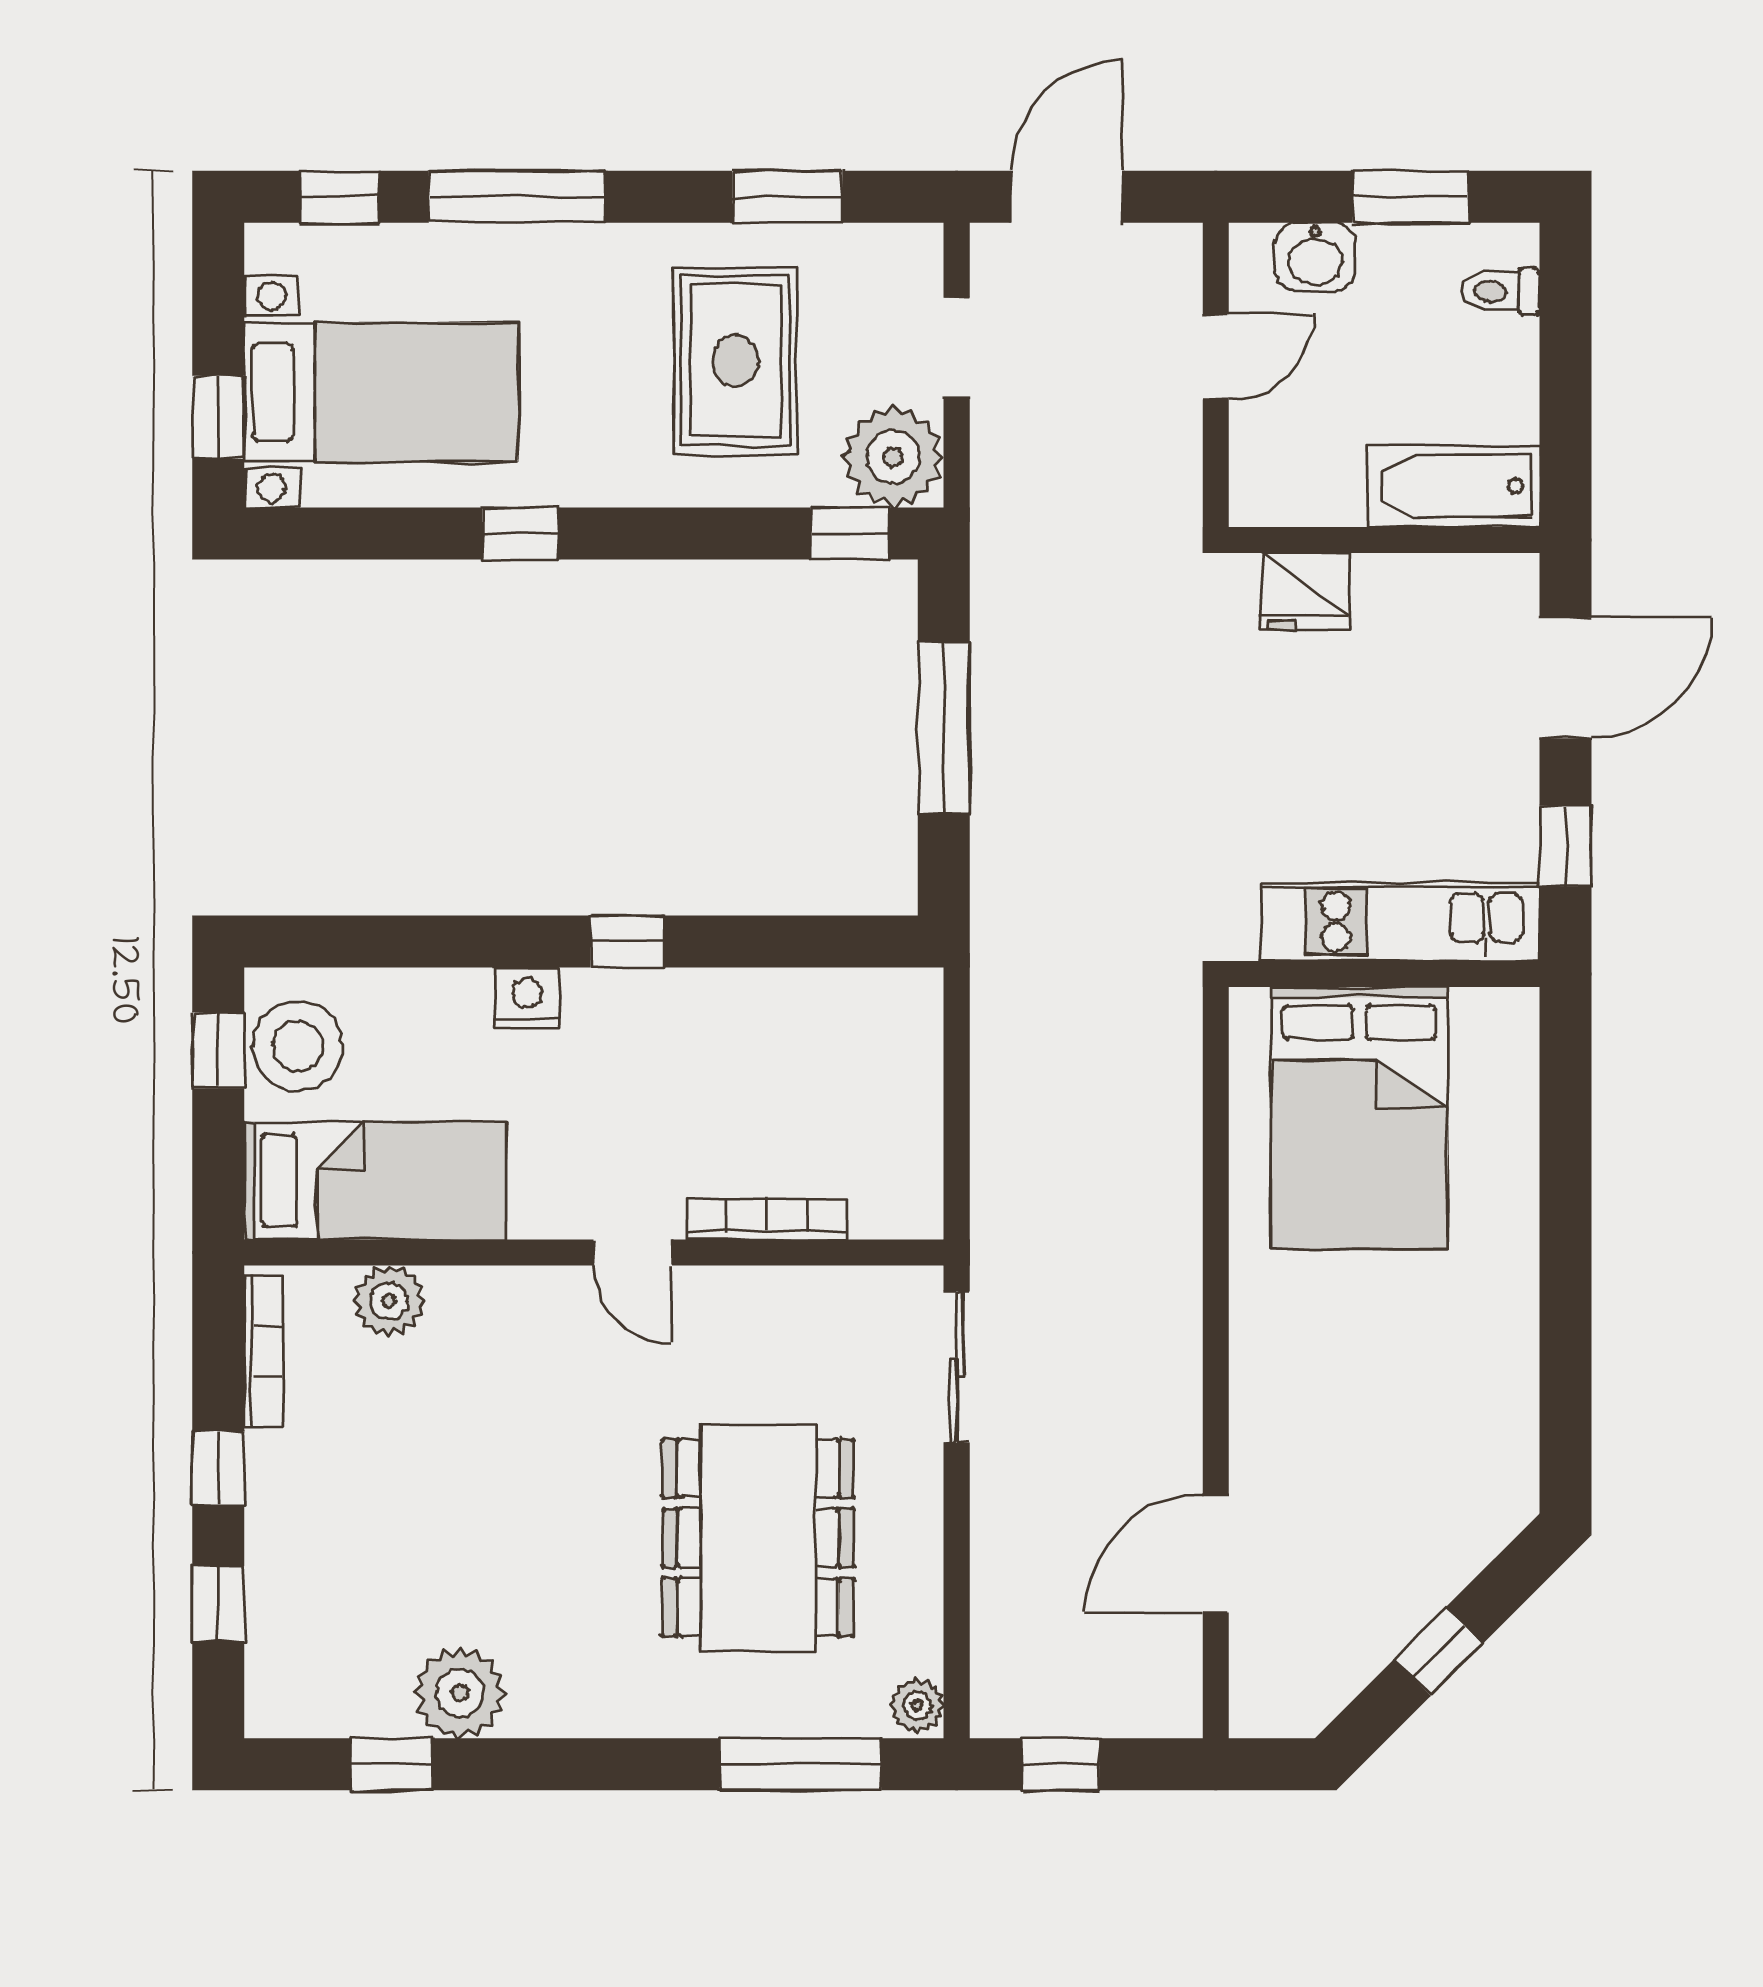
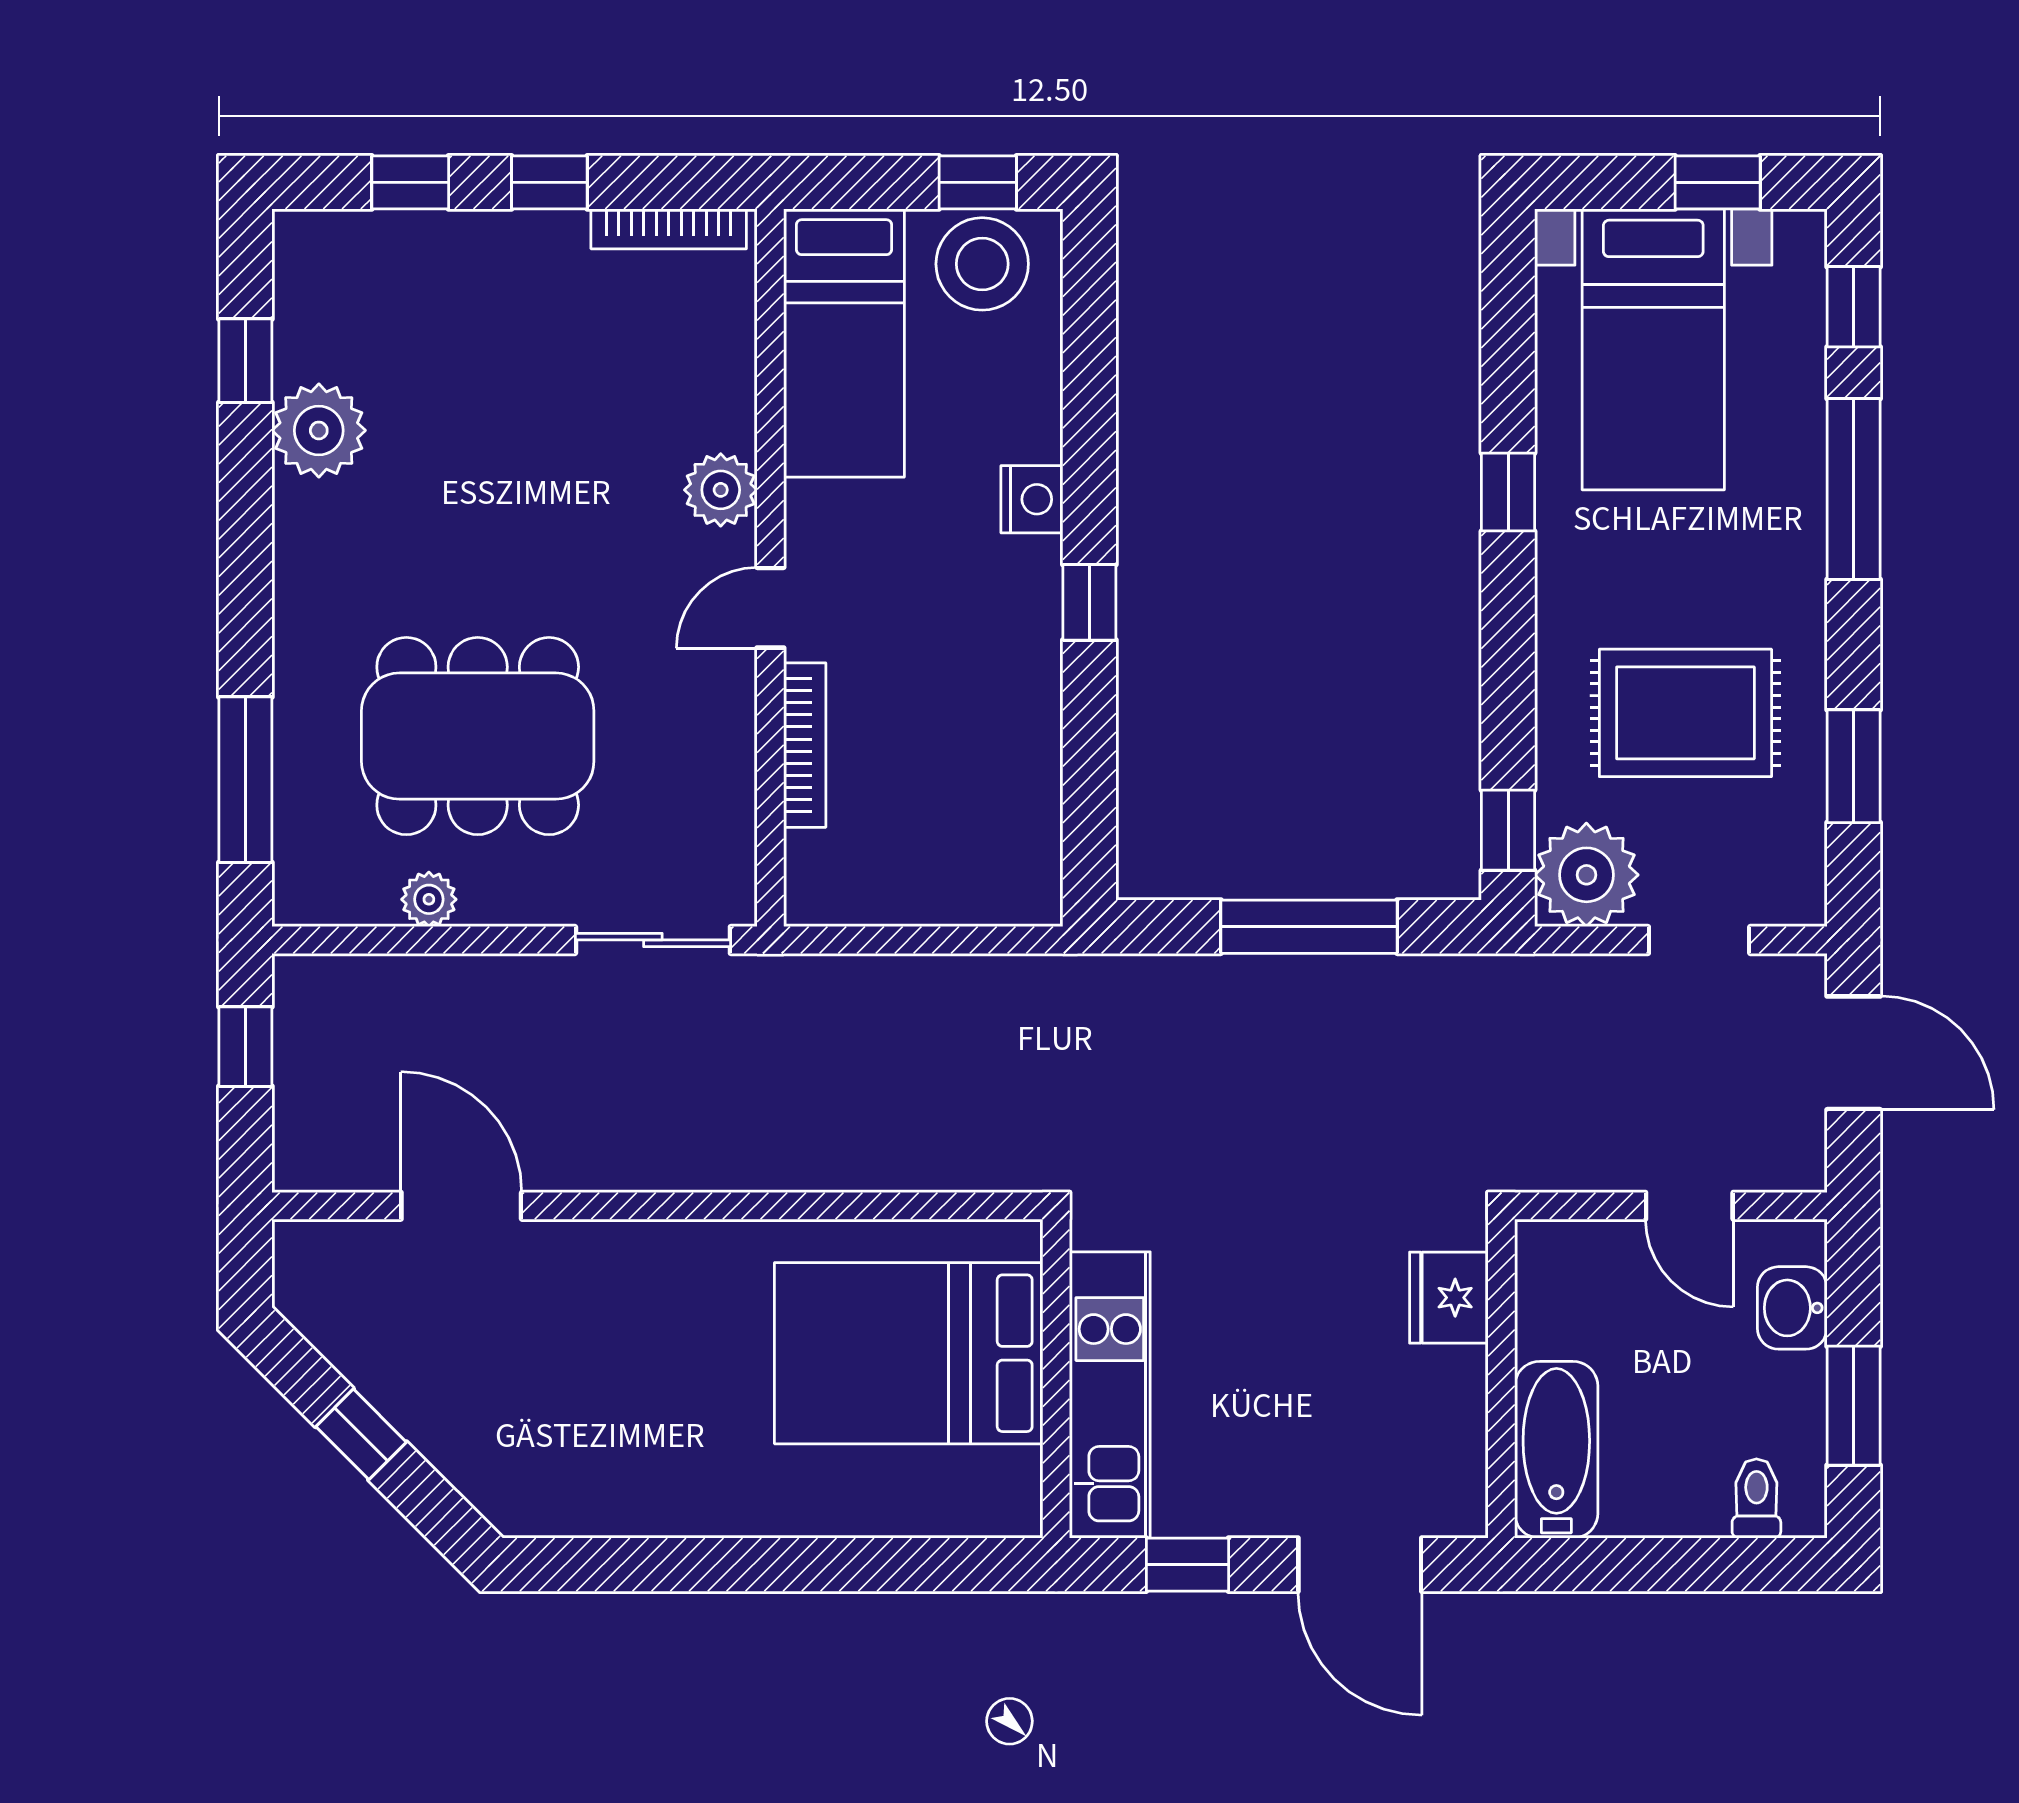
window: (218, 417) -> (1718, 182), moved
plant: (389, 1301) -> (721, 490), moved
plant: (917, 1705) -> (429, 899), moved

